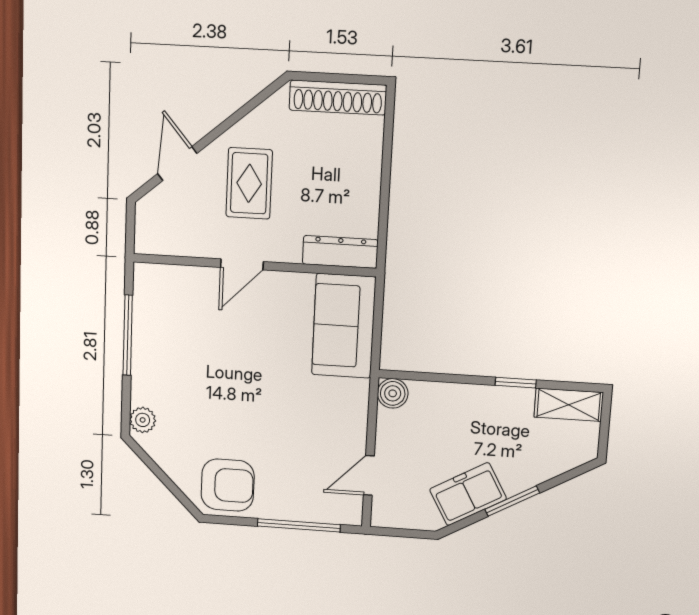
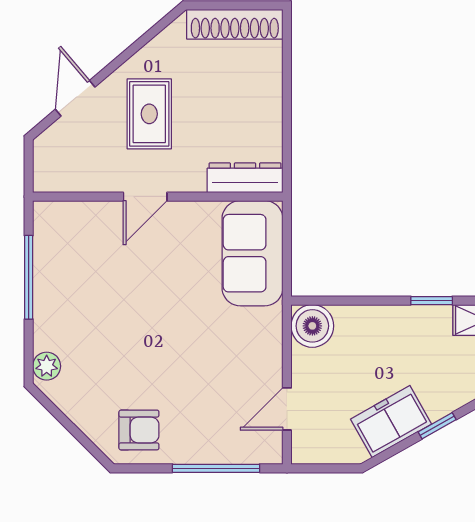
boiler: (393, 393) -> (312, 326), width x1.36, depth x1.36
armchair: (228, 485) -> (139, 430), width x0.72, depth x0.72
window: (512, 501) -> (437, 426), width x0.67

